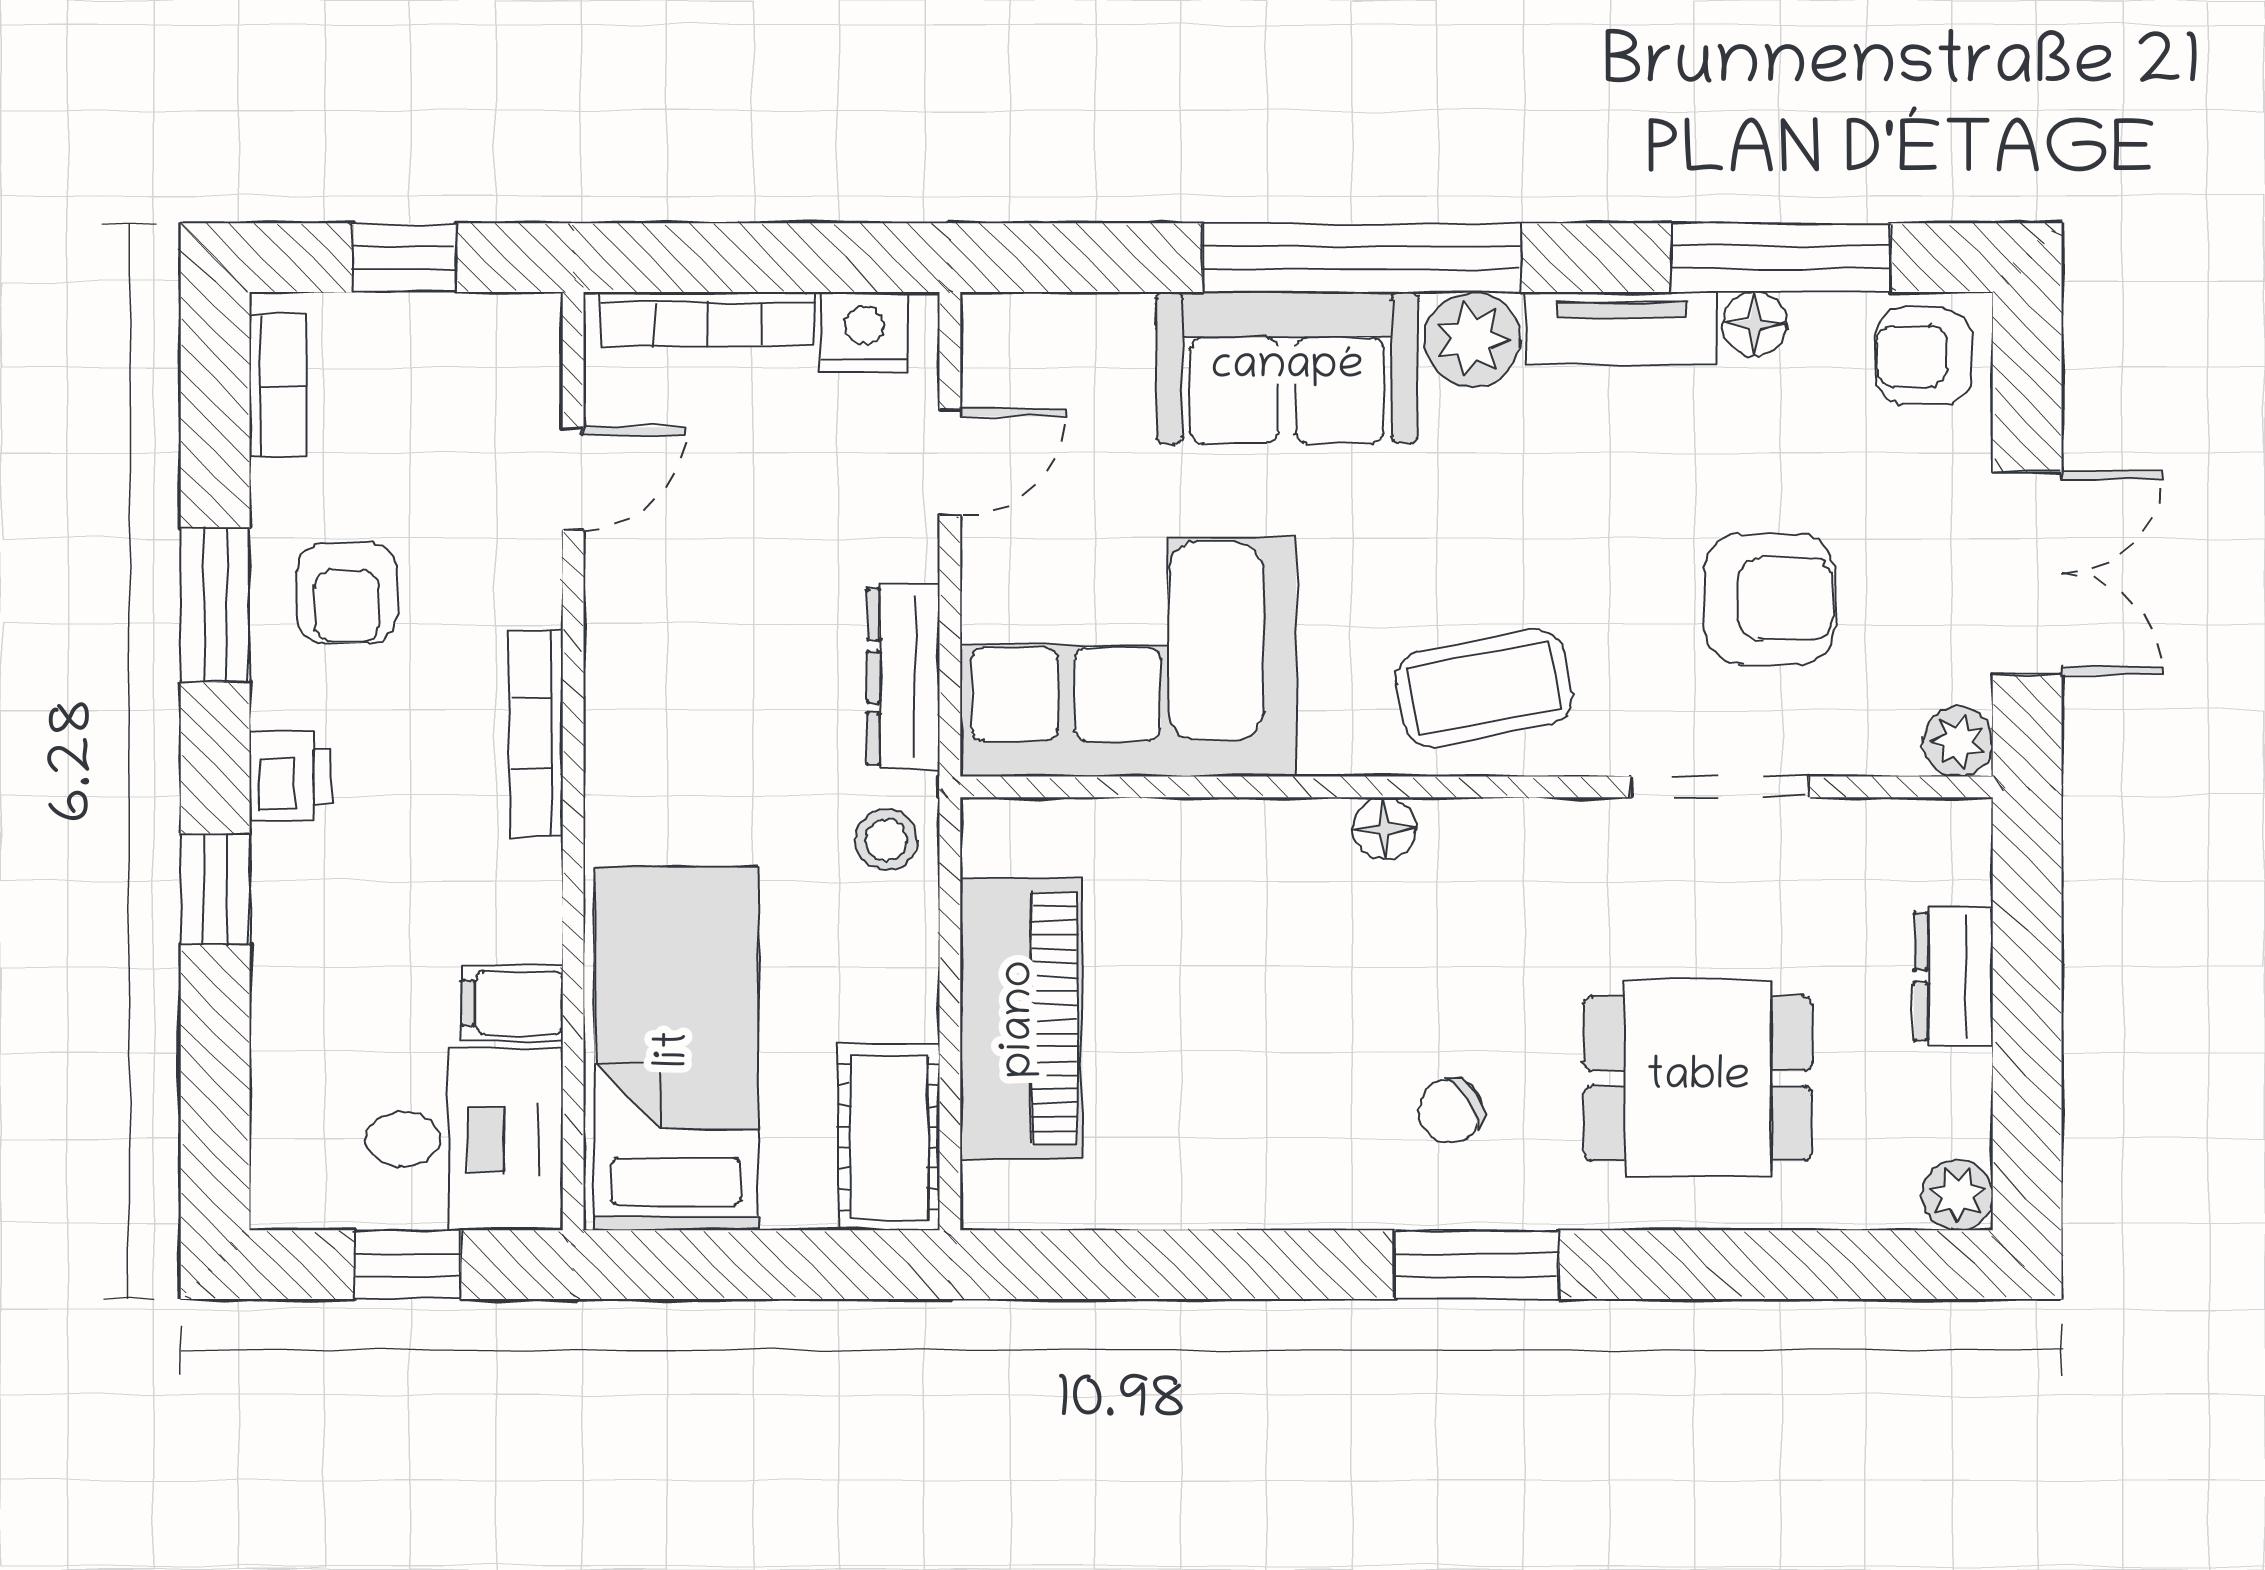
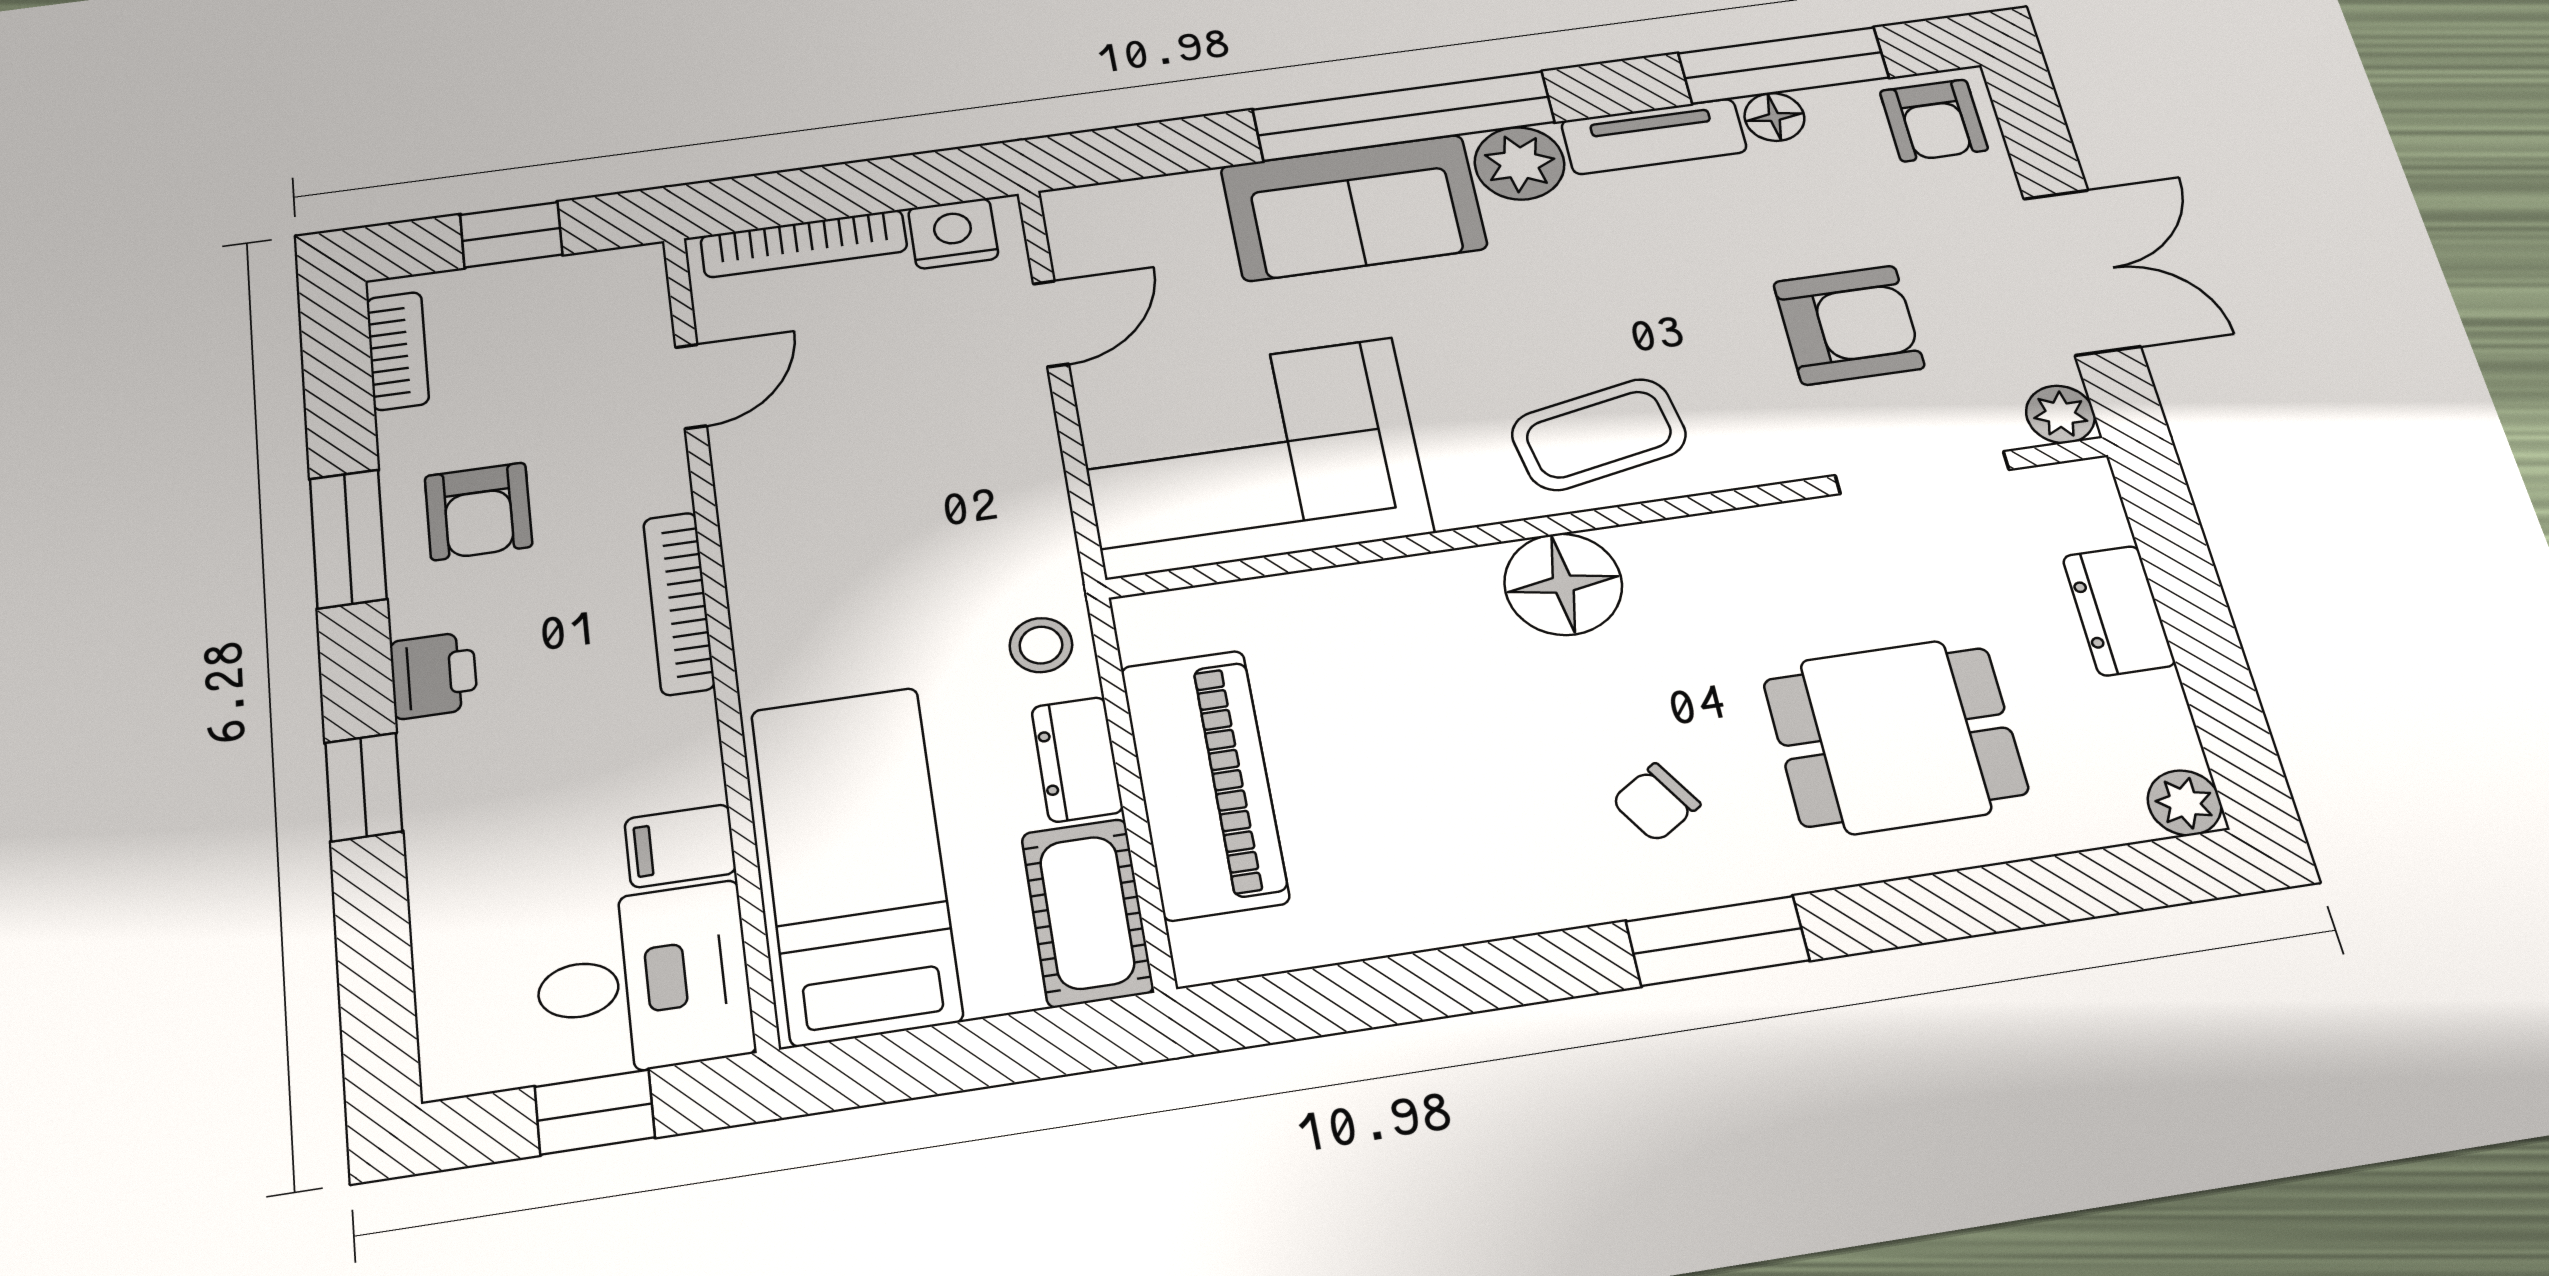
armchair: (1923, 356) -> (1934, 120), turned -90
dresser: (903, 677) -> (1077, 759), moved, width x0.70
doorway: (1719, 787) -> (1922, 473), moved
floor lamp: (1384, 828) -> (1563, 584), width x1.89, depth x1.89

